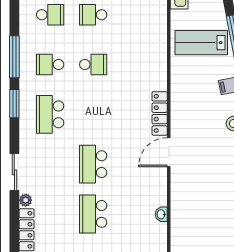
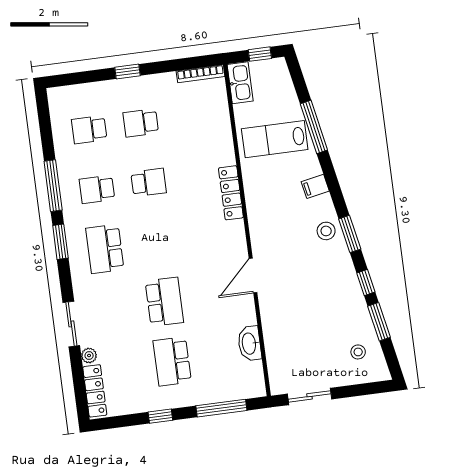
school desk: (50, 15) -> (89, 130), turned 180
locker: (160, 113) -> (231, 193), moved
school desk: (93, 164) -> (164, 302), turned 180
washbasin: (161, 214) -> (250, 343), width x1.91, depth x1.45

